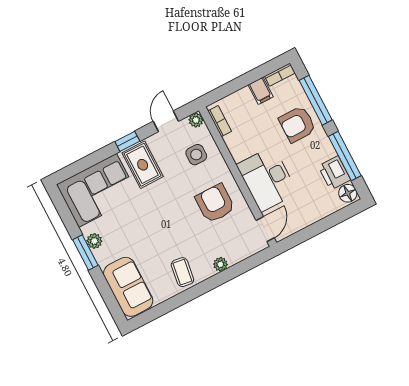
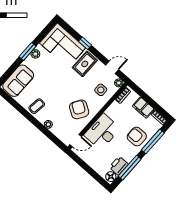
filing cabinet: (261, 91) -> (143, 108), width x2.00
window: (127, 141) -> (85, 43), moved
armchair: (215, 203) -> (79, 109), turned -58

